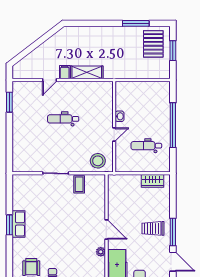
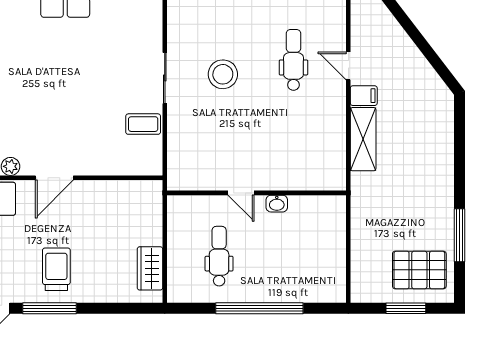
dental chair: (63, 119) -> (293, 60), moved
stool: (98, 161) -> (223, 74), moved

